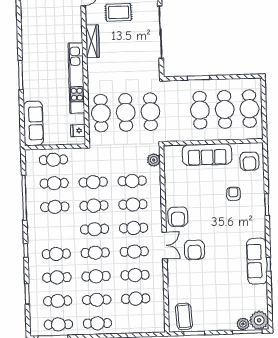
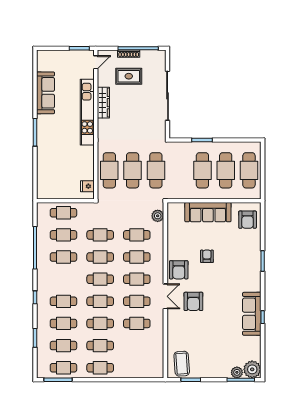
kitchen unit: (76, 78) -> (87, 112), moved
sofa: (33, 123) -> (46, 93), moved
armchair: (233, 194) -> (207, 256), moved
cafe table: (136, 299) -> (137, 346), removed

